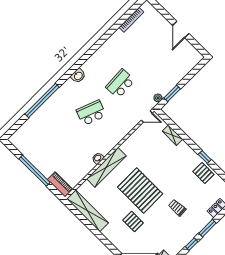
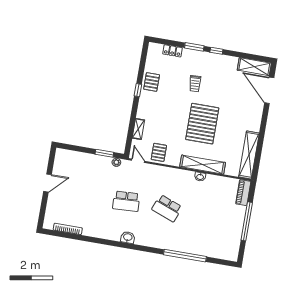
washbasin: (78, 76) -> (128, 237), moved
pallet: (133, 222) -> (159, 152), moved

